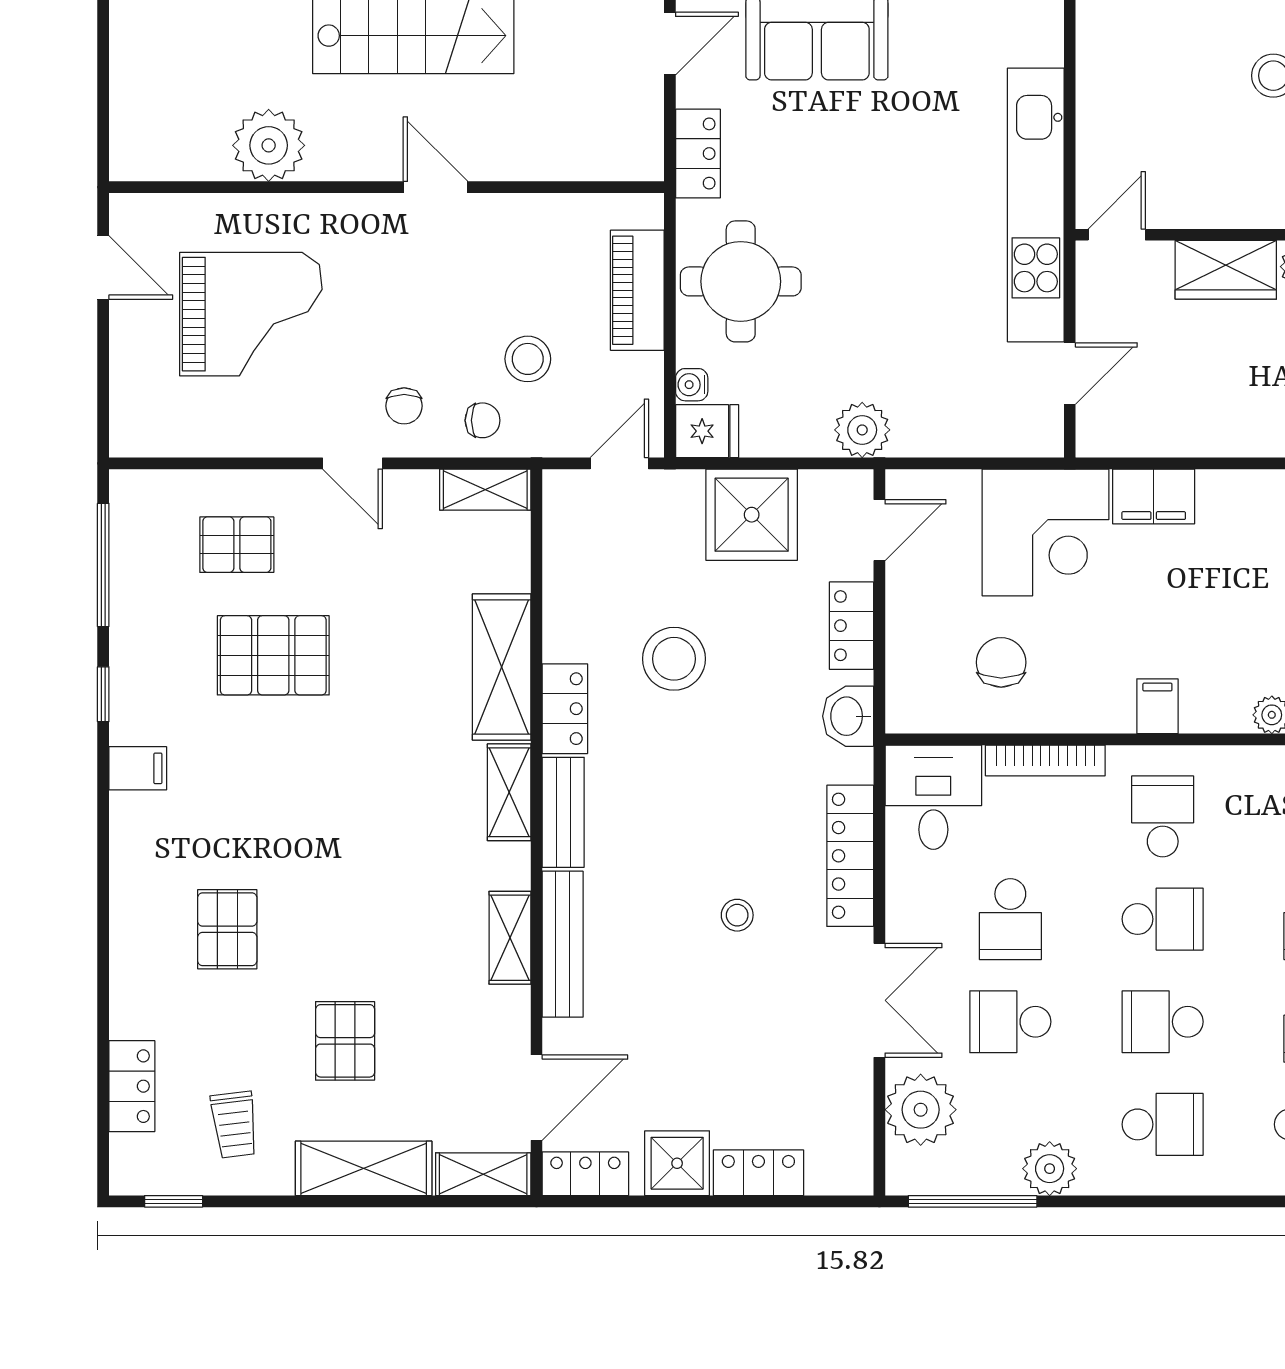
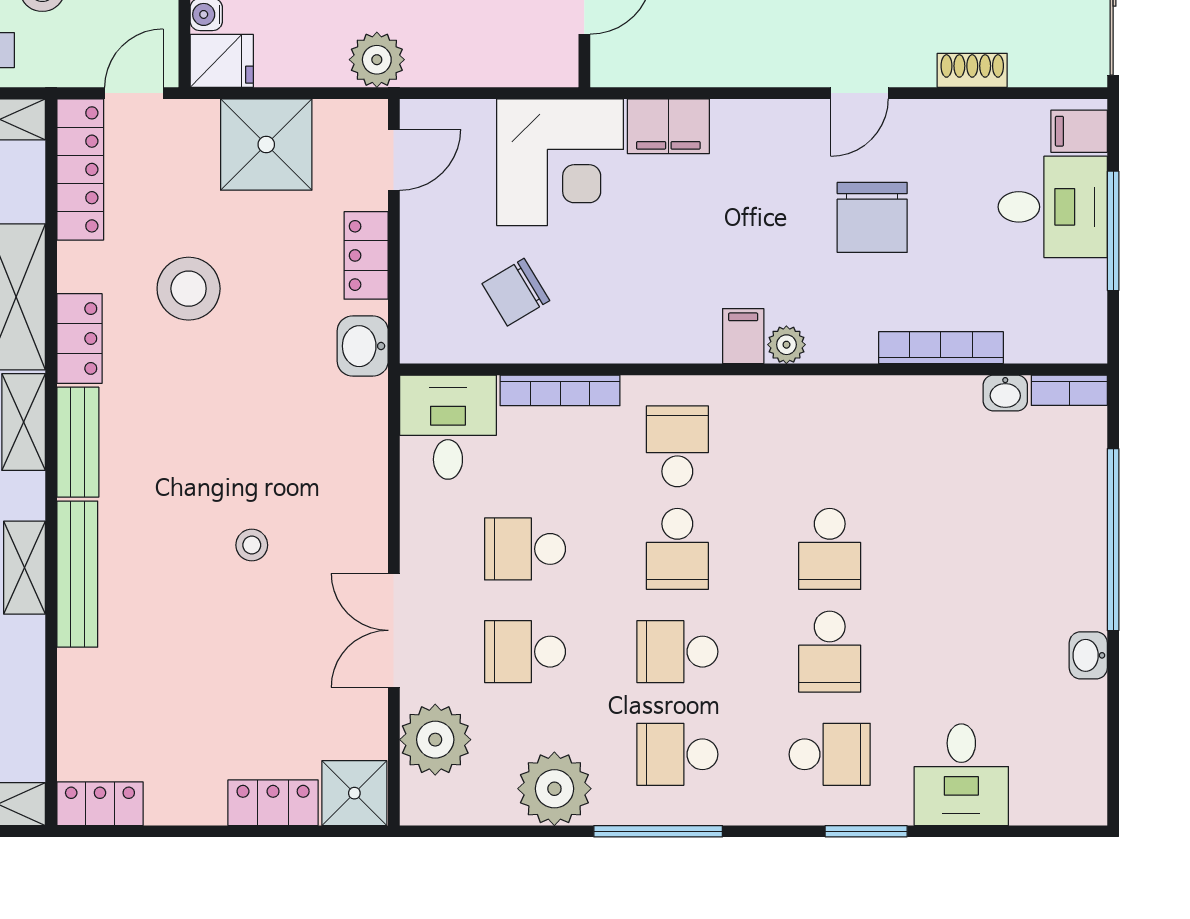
chair: (1001, 662) -> (516, 292), turned -121
filing cabinet: (1157, 706) -> (743, 336), moved
locker: (850, 856) -> (80, 169), moved, turned 180
school desk: (1010, 919) -> (525, 549), turned 90
school desk: (1163, 919) -> (677, 549), turned 90
double door: (879, 1000) -> (394, 630), swing flipped
door: (536, 1098) -> (51, 728), removed
school desk: (1163, 1124) -> (677, 754), turned 180
shower: (677, 1163) -> (354, 793), moved
plant: (1050, 1169) -> (554, 789), width x1.36, depth x1.36
window: (973, 1201) -> (658, 831), moved

